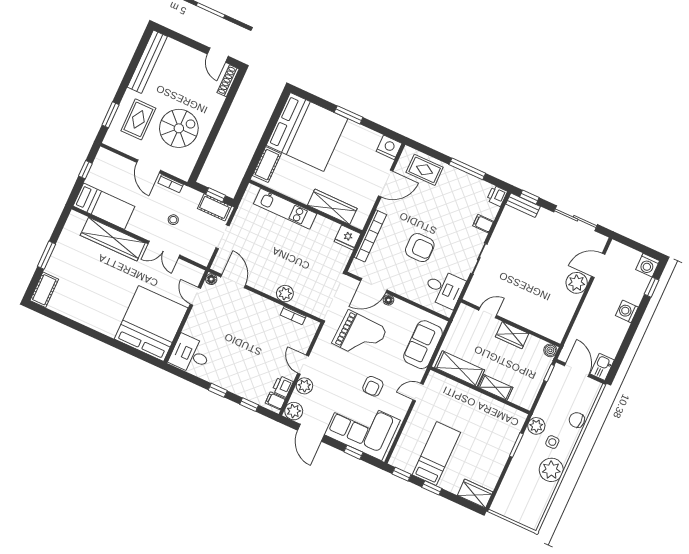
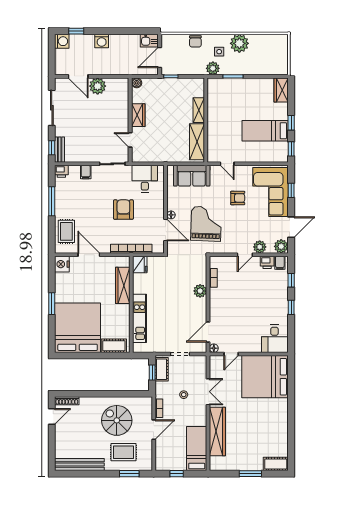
door: (488, 313) -> (130, 140), moved
wall: (511, 323) -> (130, 120), moved
wardrobe: (512, 335) -> (138, 115), moved
boiler: (550, 350) -> (137, 83), moved

